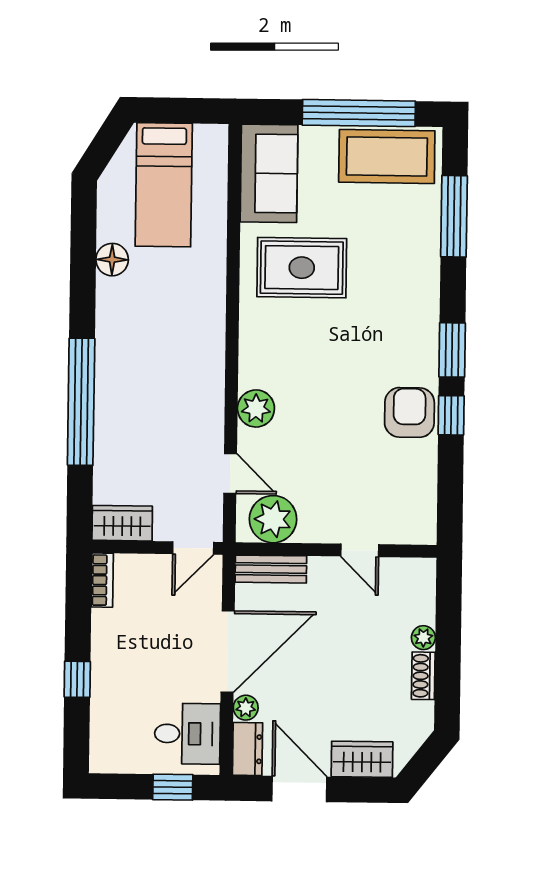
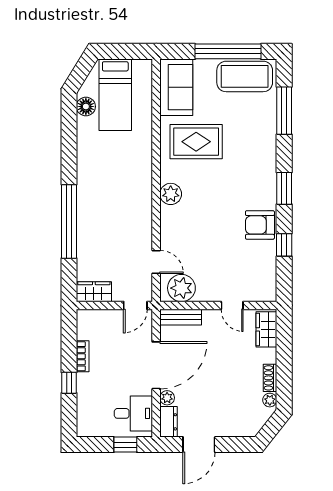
floor lamp: (112, 260) -> (86, 107), moved
plant: (256, 408) -> (171, 194), moved
armchair: (409, 412) -> (260, 225), turned -90
window: (451, 415) -> (284, 245), moved
bookcase: (102, 580) -> (83, 356), moved
plant: (423, 638) -> (270, 400), moved
wardrobe: (362, 759) -> (266, 329), moved, turned -90
door: (299, 789) -> (199, 445), swing flipped

